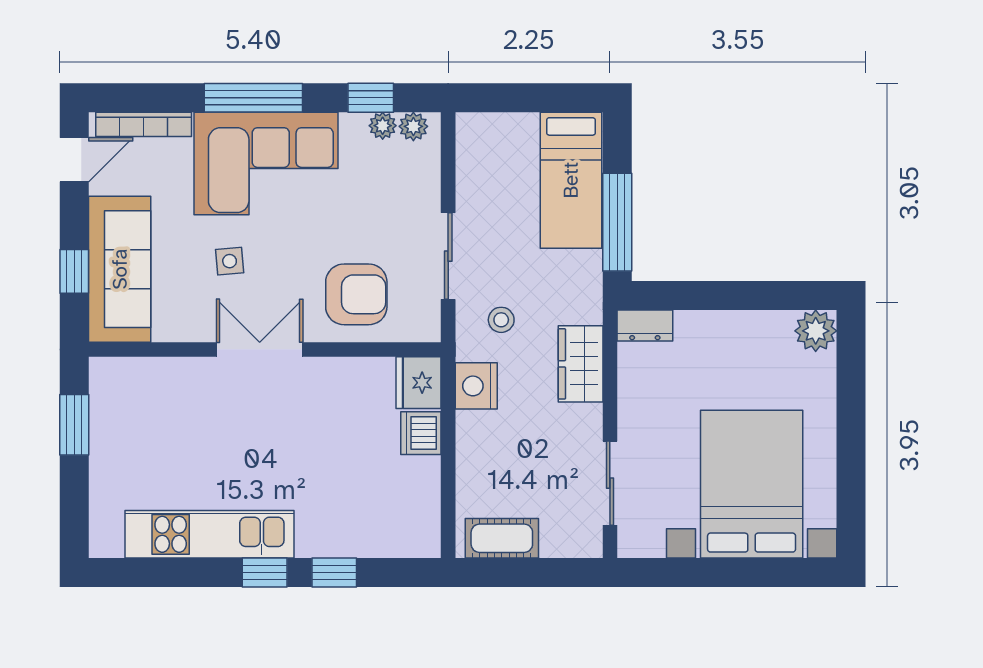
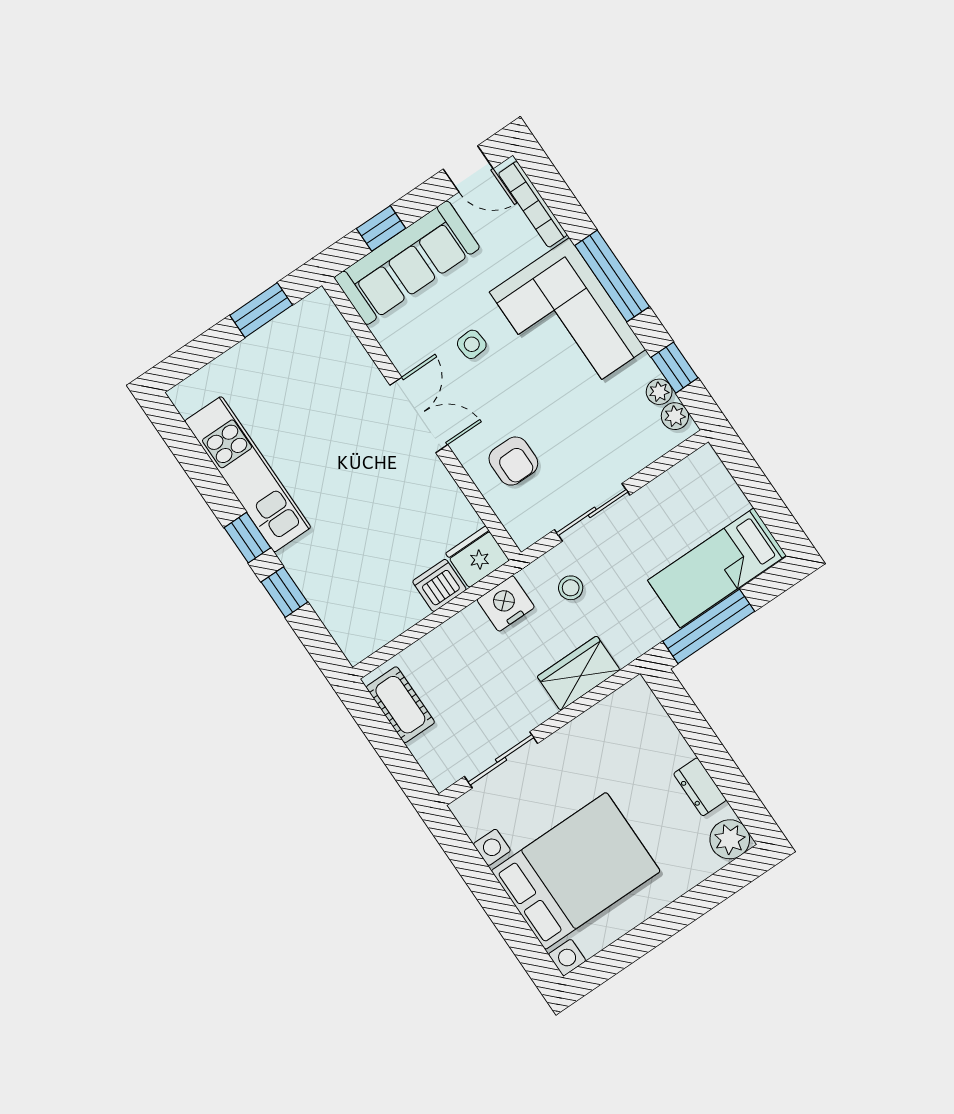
armchair: (356, 294) -> (513, 461), width x0.72, depth x0.72
dresser: (645, 326) -> (700, 787), moved

